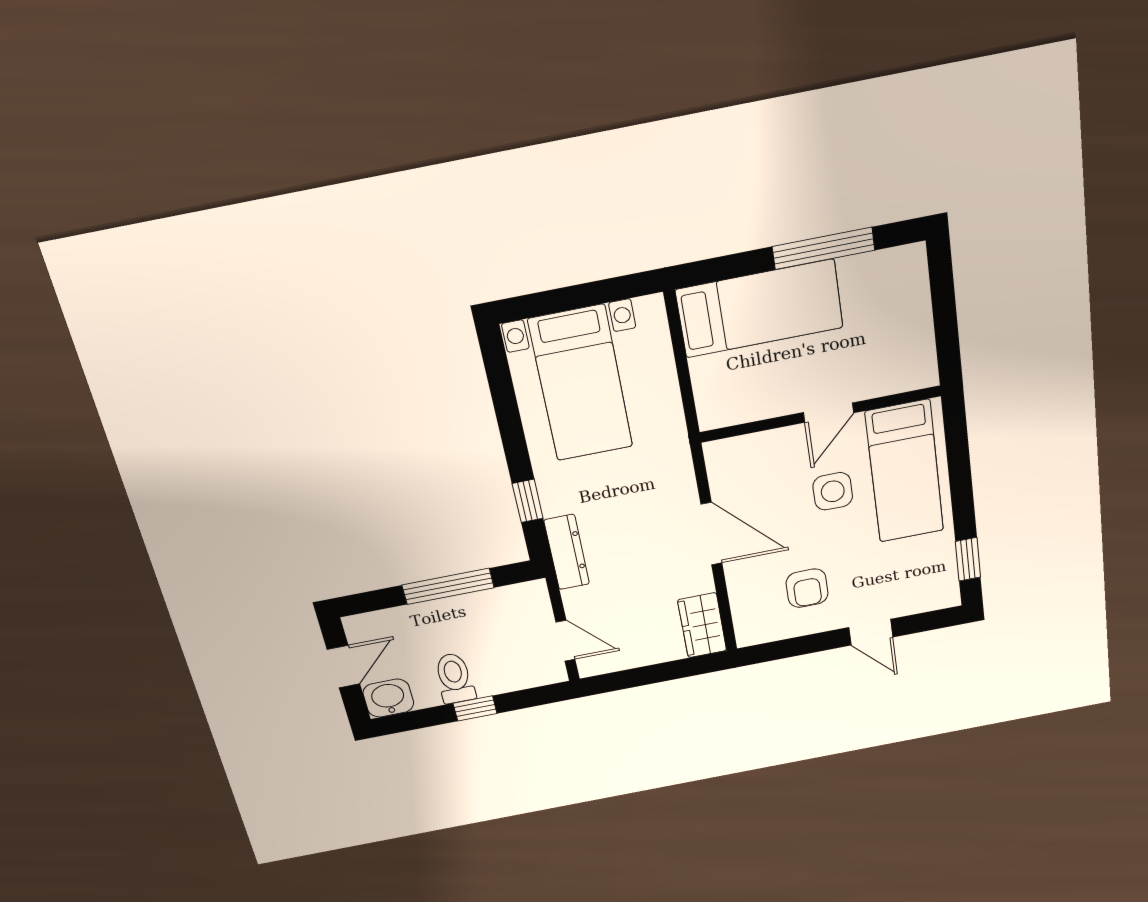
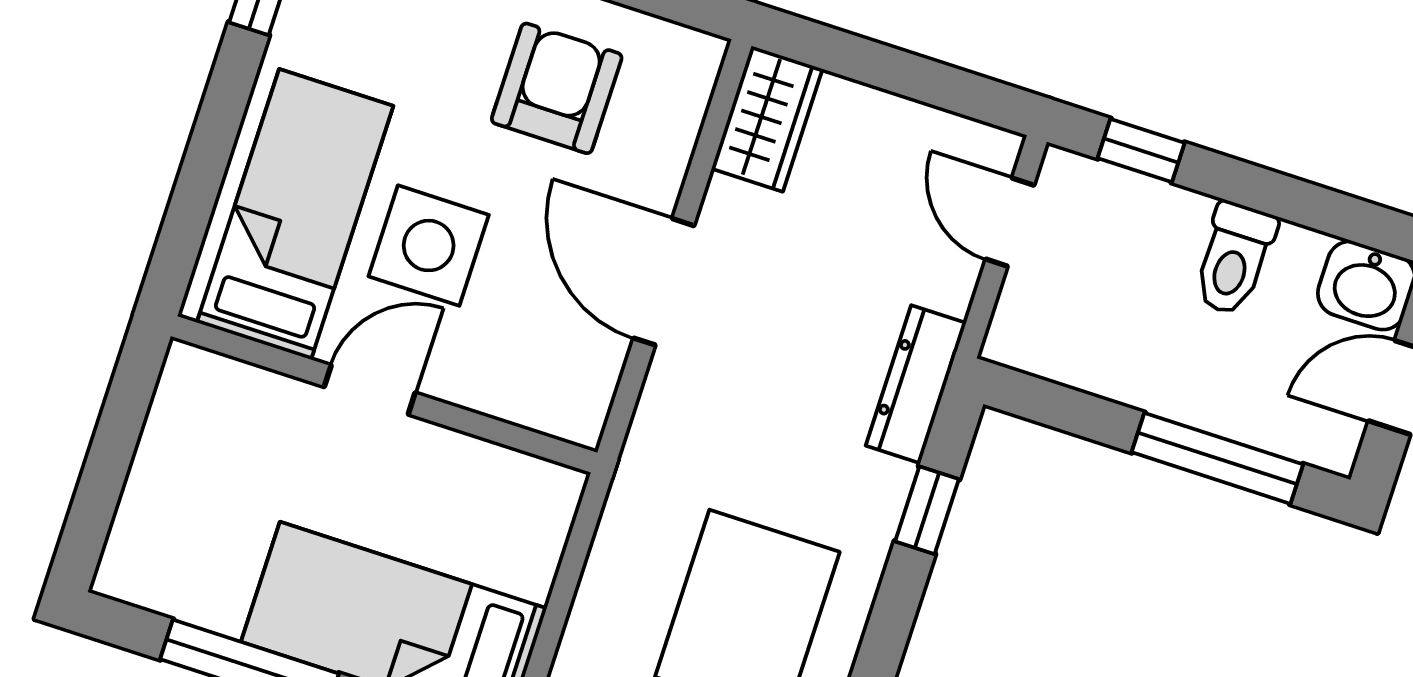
side table: (833, 491) -> (429, 246), width x1.37, depth x1.37
window: (448, 586) -> (1217, 458), moved
armchair: (807, 588) -> (557, 88), width x1.38, depth x1.38
window: (475, 708) -> (1141, 151), moved

